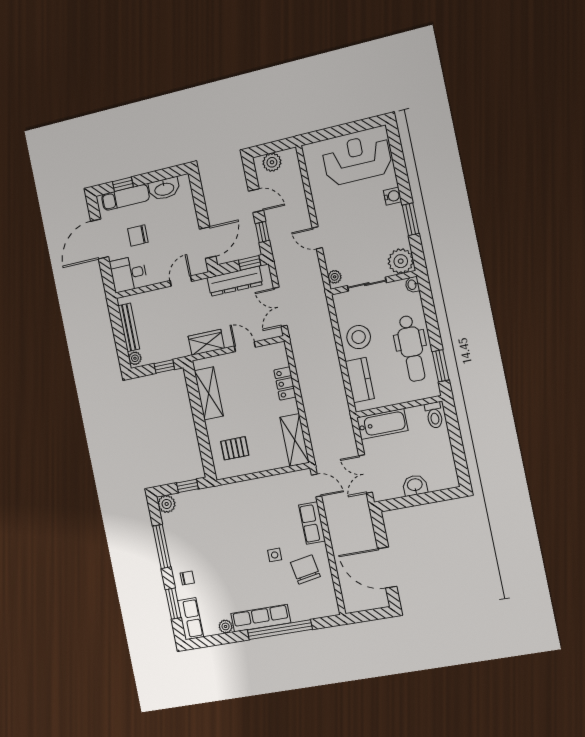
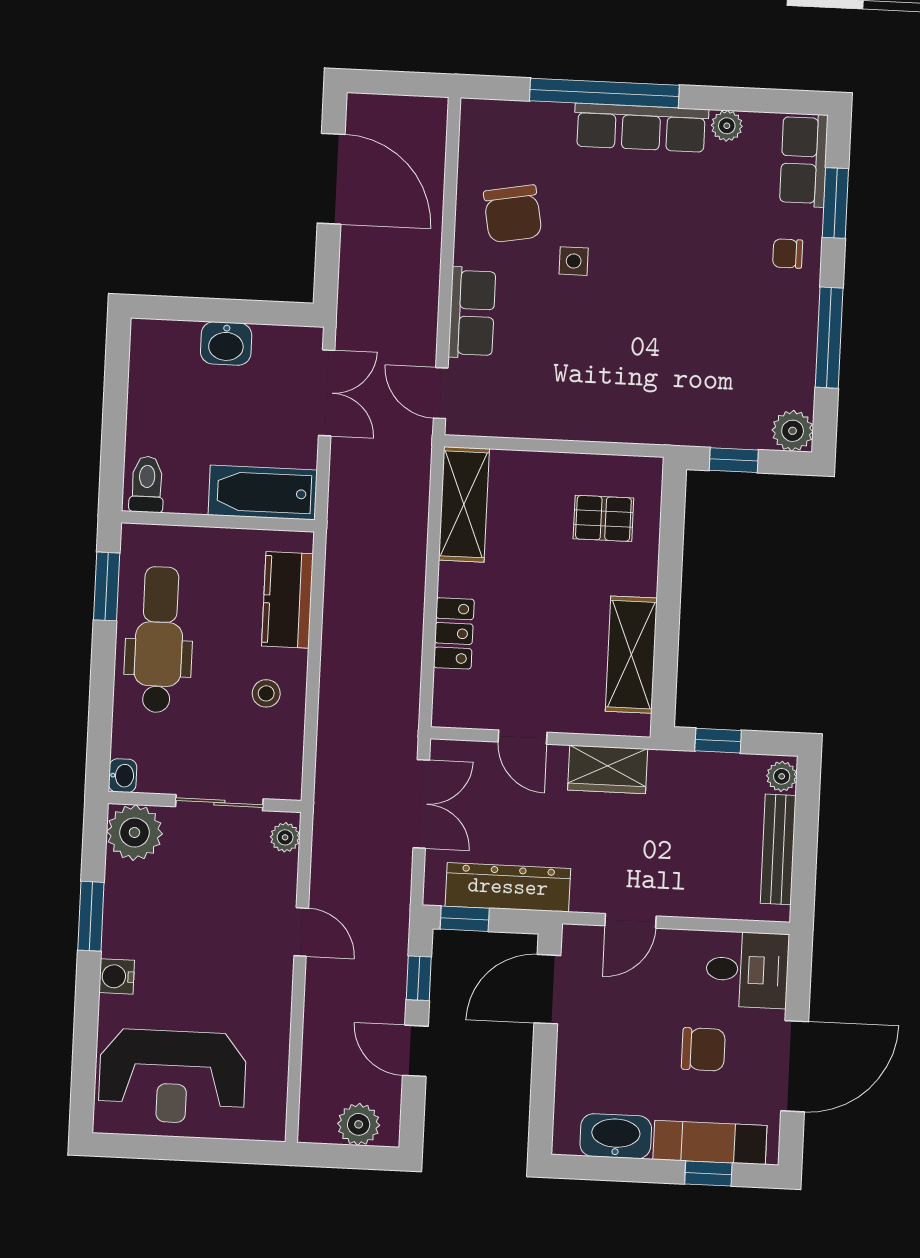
stool: (359, 337) -> (266, 693), width x0.53, depth x0.53

